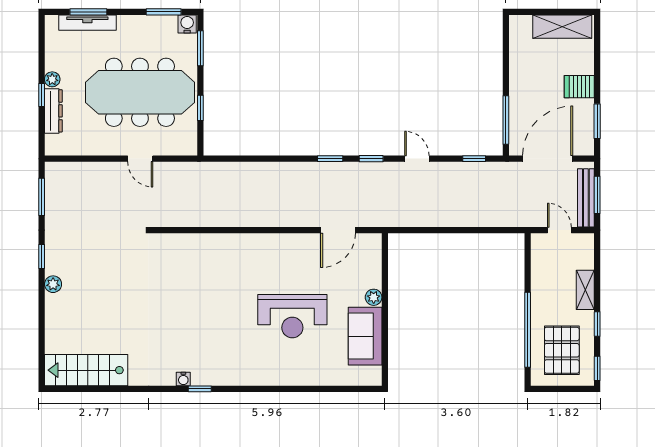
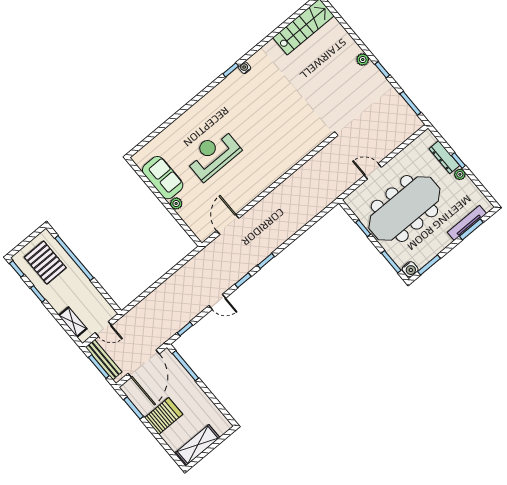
server rack: (579, 87) -> (164, 416), width x1.36, depth x1.44
shelving: (585, 290) -> (73, 322), moved

